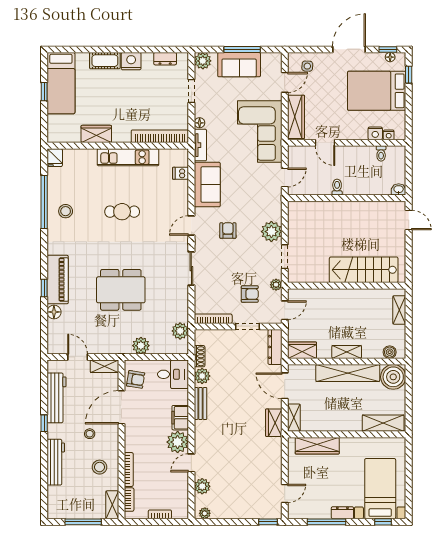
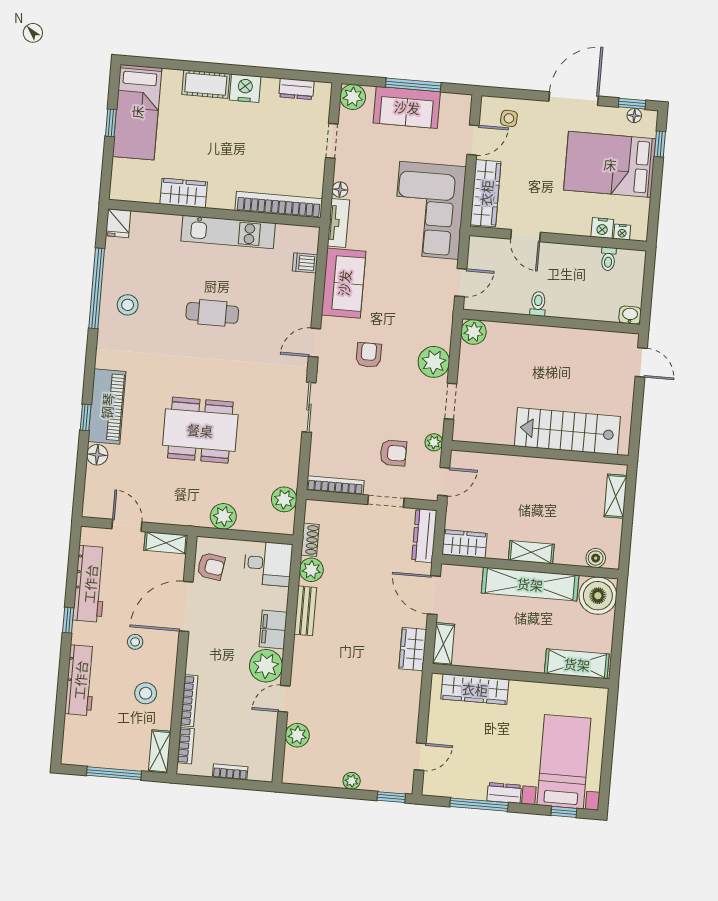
plant: (296, 209) -> (474, 332), added
plant: (205, 513) -> (352, 781), moved

